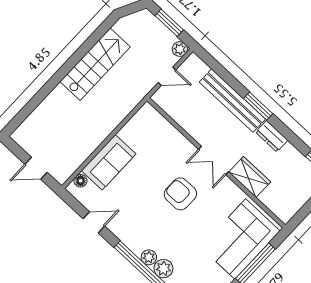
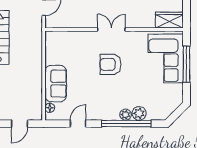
double door: (214, 160) -> (111, 29), swing flipped
wardrobe: (250, 177) -> (169, 20), moved

